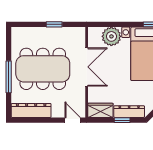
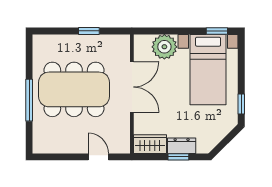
dresser: (31, 110) -> (59, 144), removed
dresser: (129, 112) -> (182, 146), width x0.70
door: (73, 120) -> (98, 157), moved

